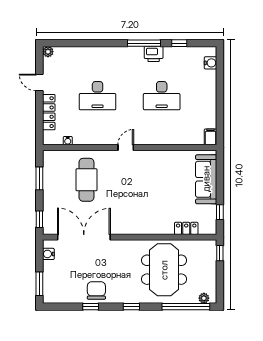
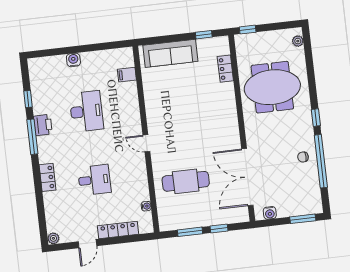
locker: (105, 53) -> (48, 177), added
water cooler: (210, 63) -> (73, 60), moved
desk: (98, 96) -> (94, 180), width x0.73
filing cabinet: (210, 137) -> (127, 75), moved
window: (39, 219) -> (219, 229), moved
chair: (96, 291) -> (303, 157), width x0.54, depth x0.54
window: (91, 307) -> (321, 161), width x3.17
window: (186, 307) -> (309, 59), removed

